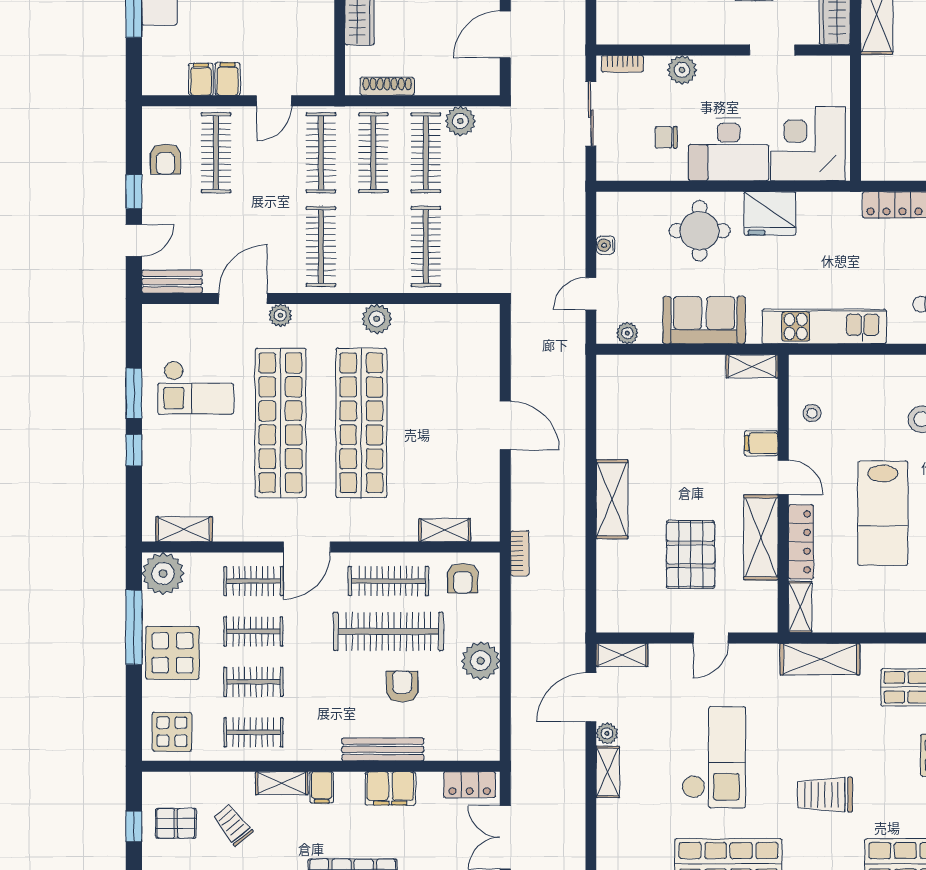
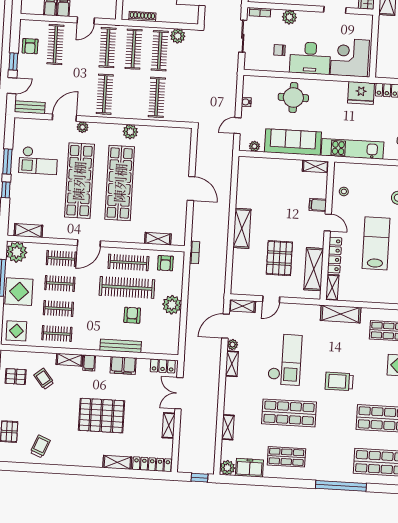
fridge: (770, 213) -> (361, 93), moved
sofa: (704, 320) -> (293, 142), width x1.36
lab bench: (883, 513) -> (376, 243), turned 180
shelving: (761, 537) -> (314, 269), moved
door: (711, 638) -> (271, 299), moved

